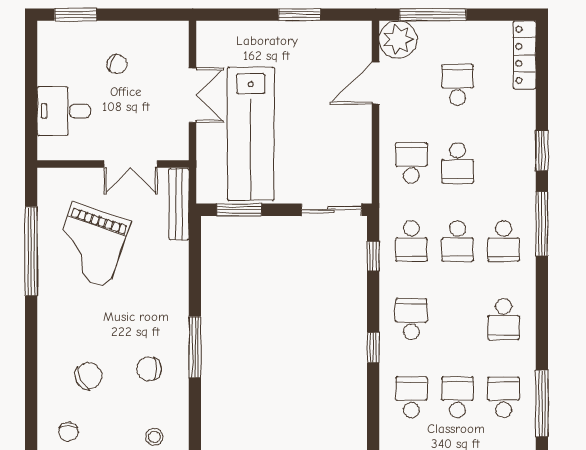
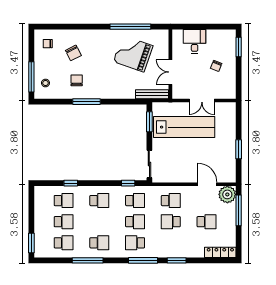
lab bench: (251, 134) -> (184, 127), turned 180
school desk: (411, 241) -> (135, 201), turned 180
school desk: (457, 241) -> (135, 222), turned 180
school desk: (504, 319) -> (99, 243), turned 180
window: (373, 348) -> (71, 183), moved
window: (542, 403) -> (88, 260), moved

